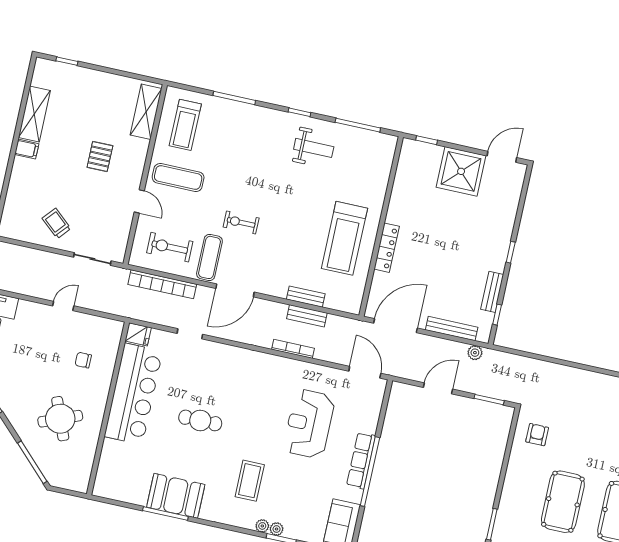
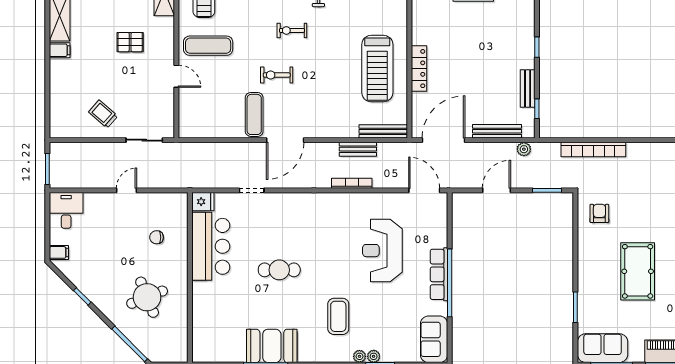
pallet: (100, 156) -> (130, 42), turned 90
exercise bike: (170, 247) -> (292, 30), moved, width x0.73, depth x0.72
bookcase: (162, 284) -> (593, 149), moved
bench: (306, 297) -> (383, 131), moved, width x1.36
bar counter: (133, 394) -> (211, 246), width x0.73

